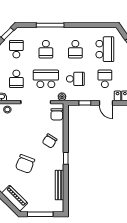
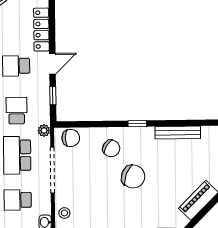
school desk: (16, 79) -> (18, 200), turned 180
chair: (25, 164) -> (133, 177), moved

